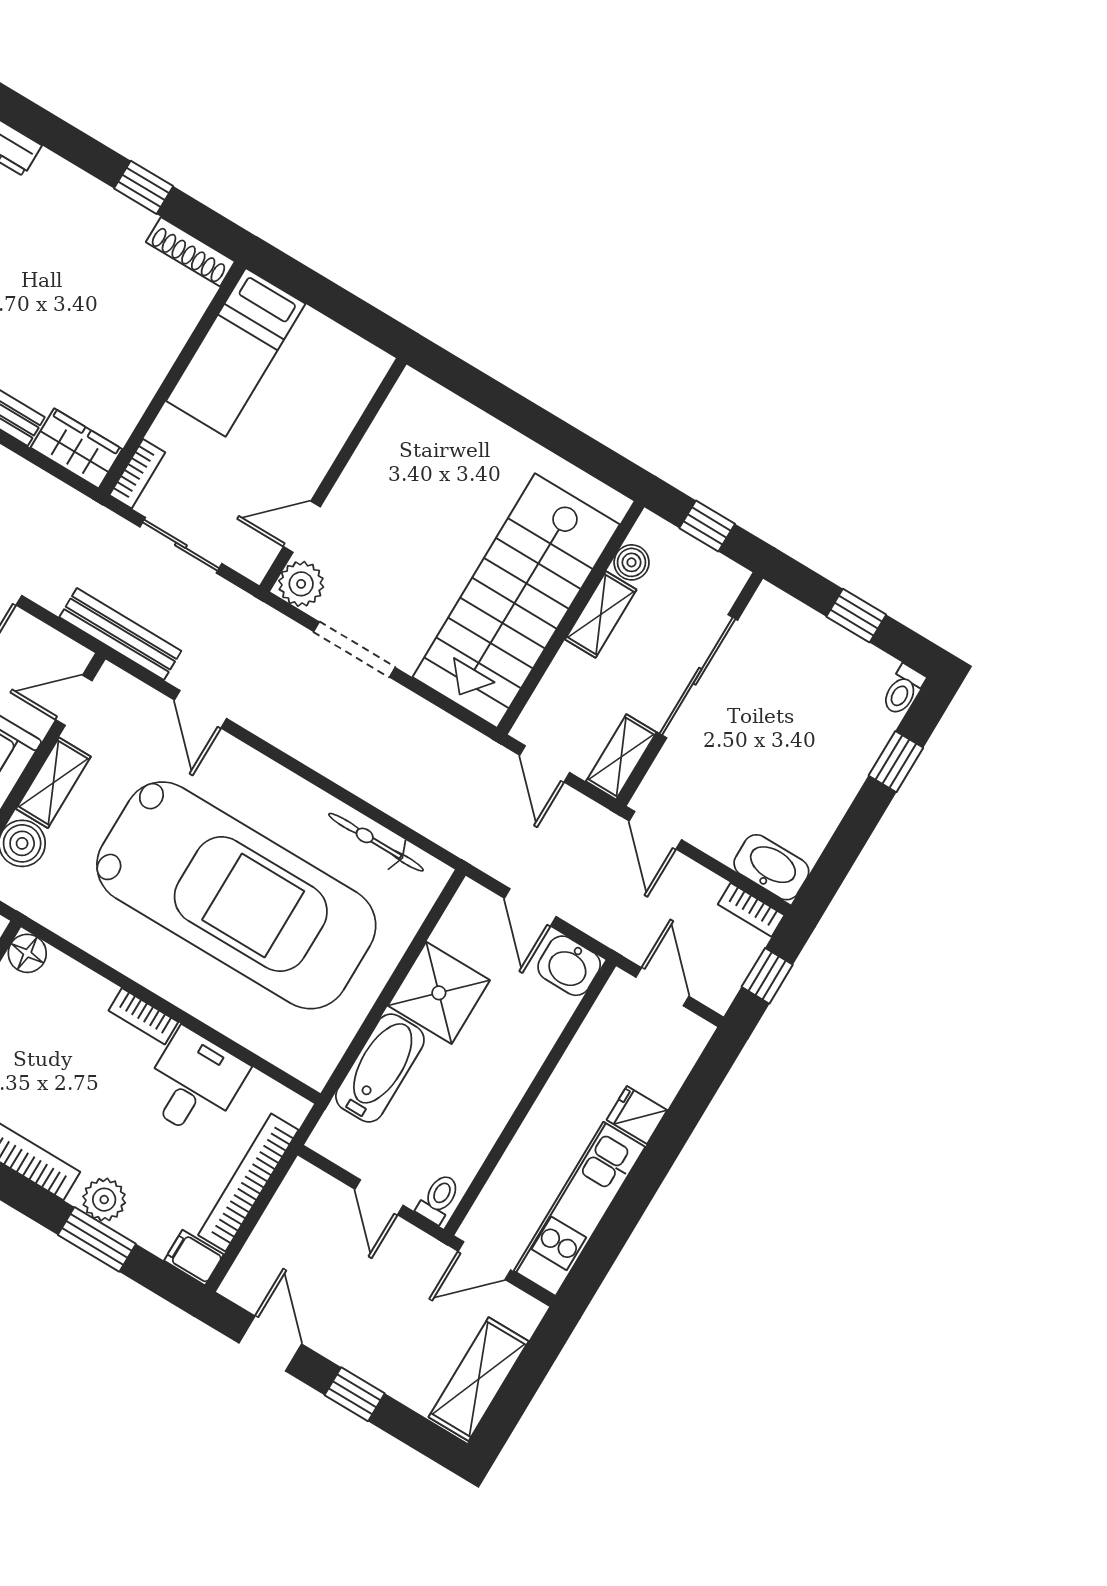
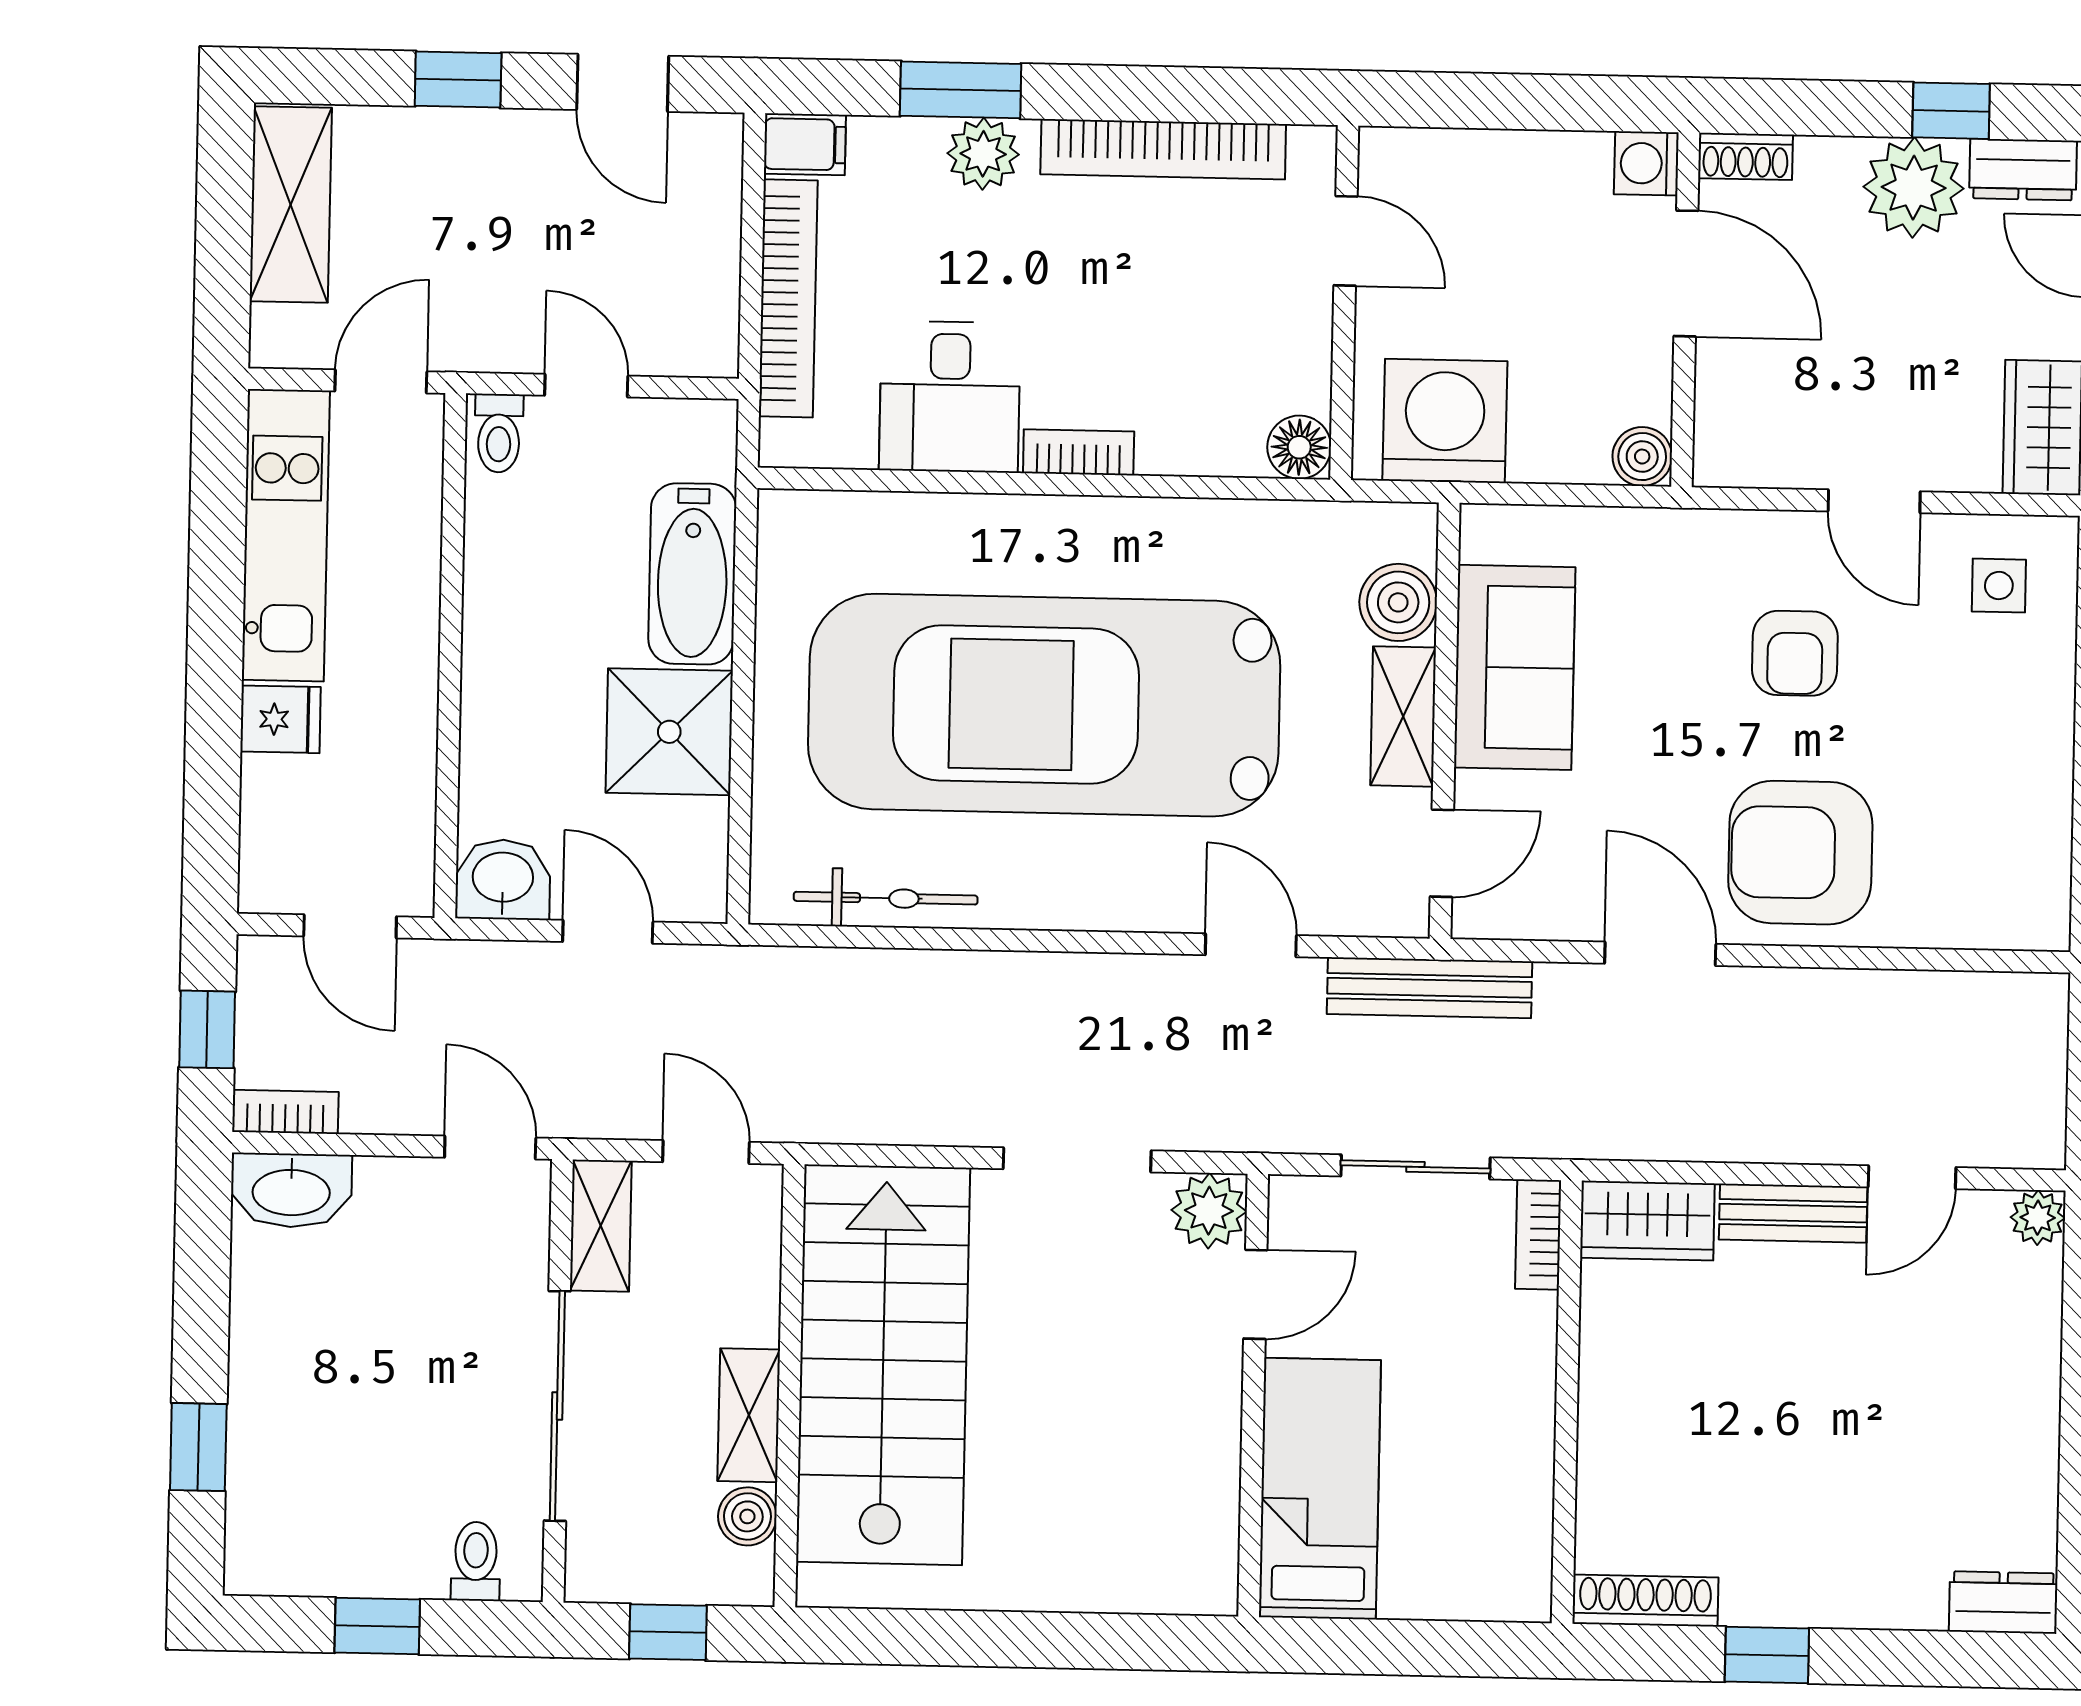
bed: (236, 352) -> (1320, 1489), moved
toilet: (903, 690) -> (476, 1561), moved

